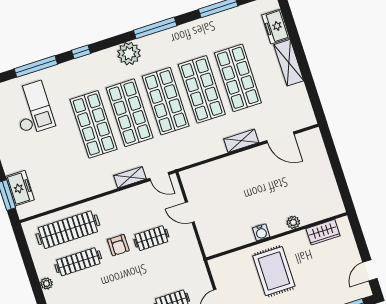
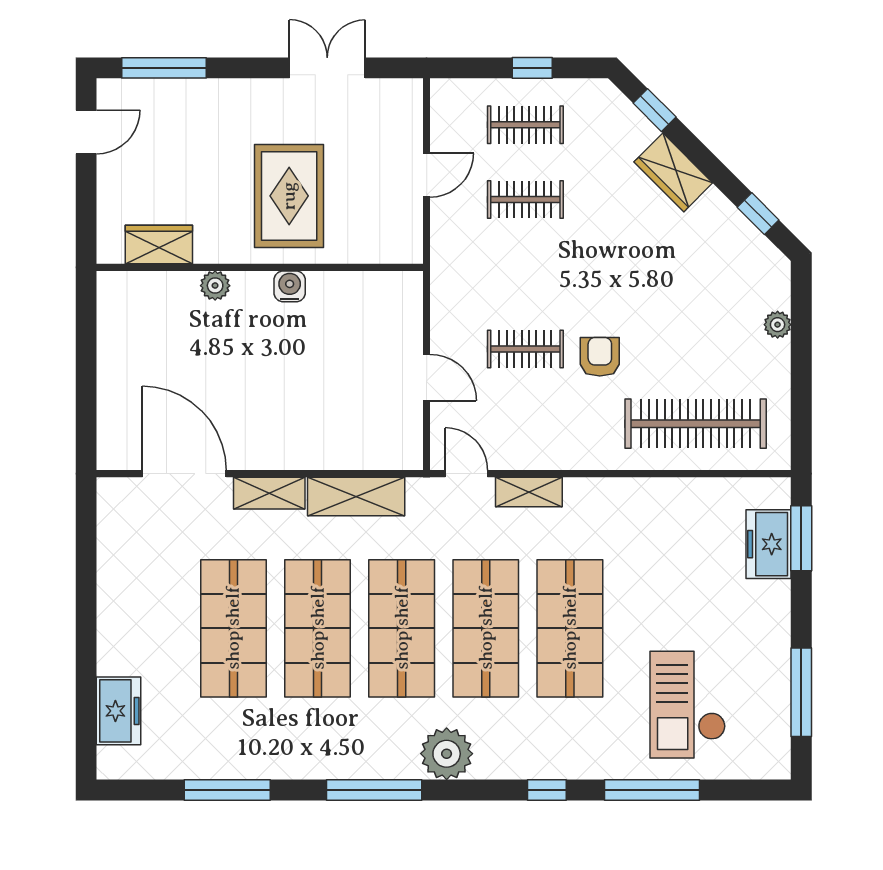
shelving: (289, 63) -> (356, 497), moved, turned 90
door: (280, 137) -> (184, 474), width x1.36
clothes rail: (78, 262) -> (696, 349), removed

